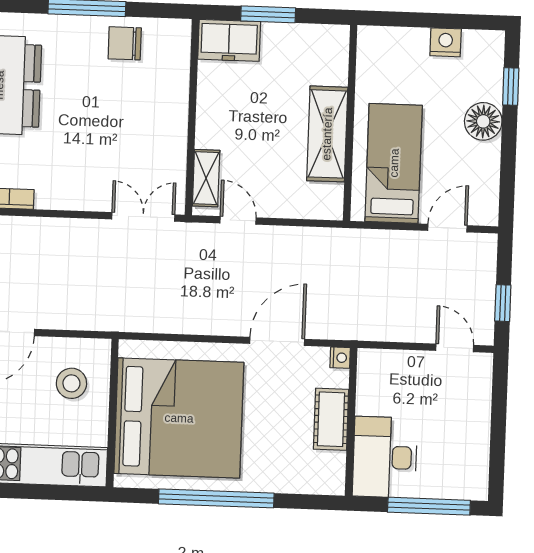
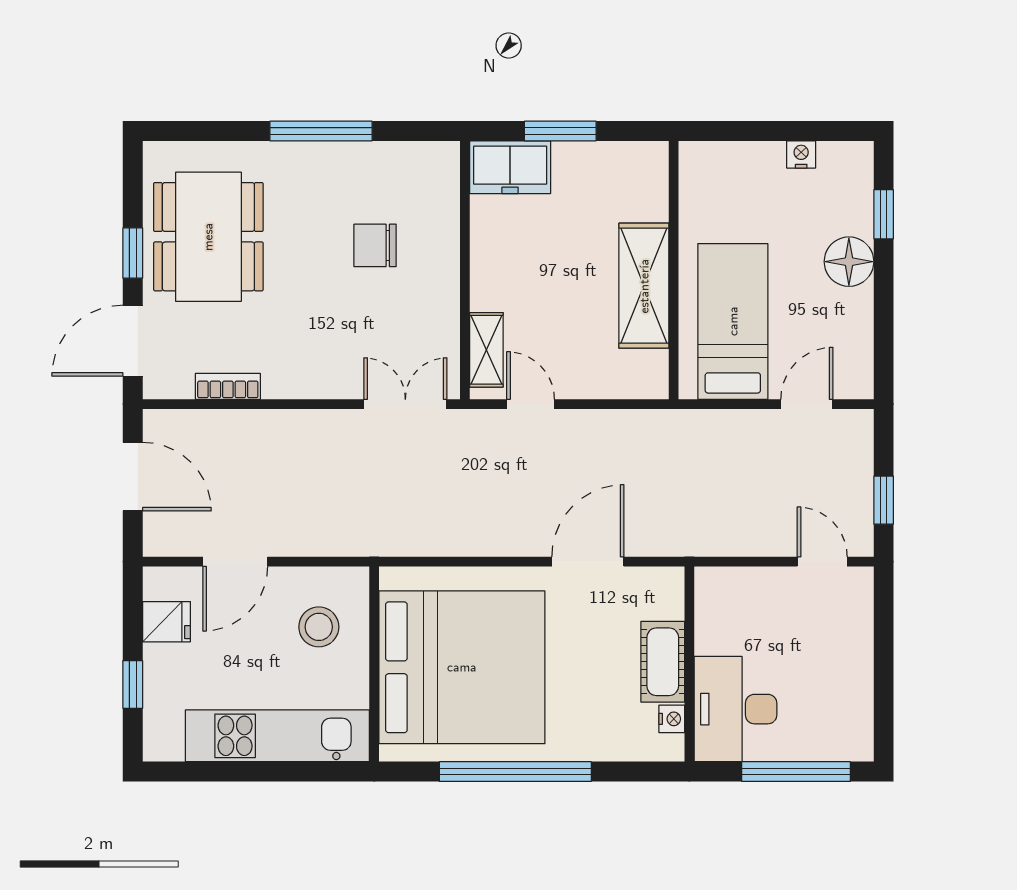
nightstand: (446, 42) -> (801, 154), width x0.72, depth x0.74
chair: (125, 43) -> (375, 245), moved
nightstand: (340, 358) -> (672, 719), moved

